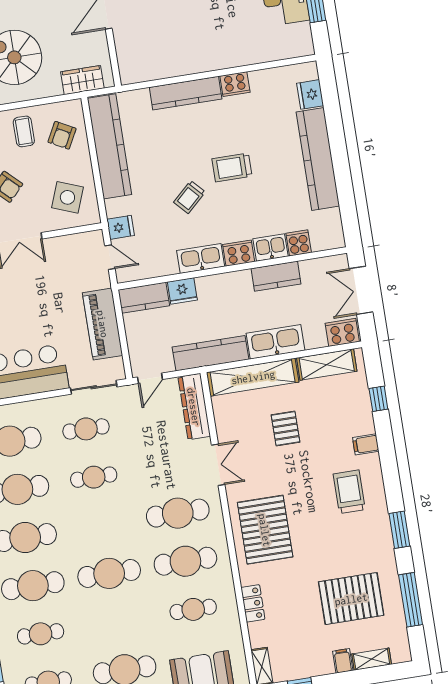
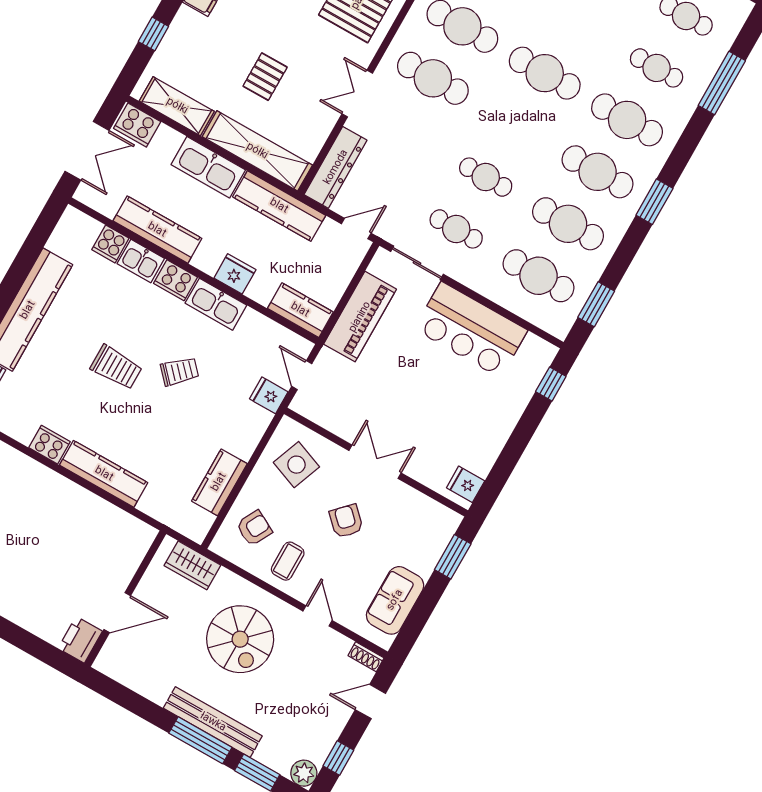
kitchen counter: (110, 146) -> (219, 482), width x0.48, depth x0.86
kitchen counter: (276, 276) -> (157, 230), width x1.50
fridge: (182, 291) -> (235, 274), moved

